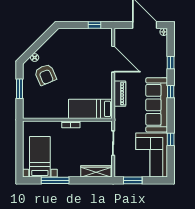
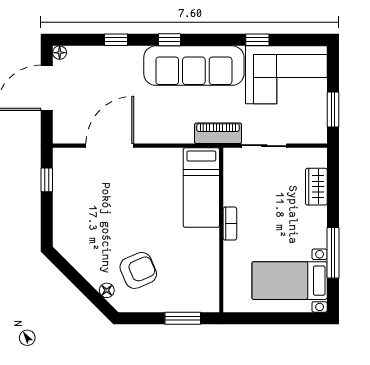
window: (19, 89) -> (183, 318), moved
piano: (120, 94) -> (218, 133), moved
wardrobe: (96, 171) -> (316, 187), width x0.67

